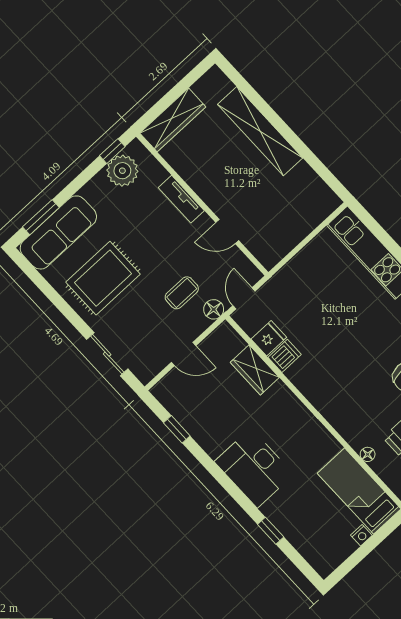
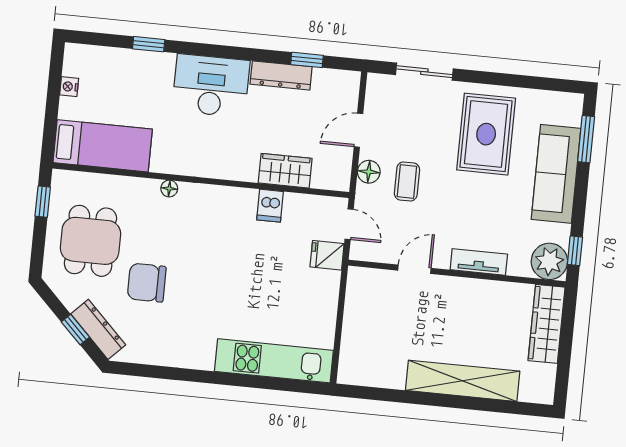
plant: (122, 171) -> (549, 261), moved
sofa: (58, 232) -> (556, 174), moved
floor lamp: (214, 309) -> (369, 172), moved
fridge: (269, 338) -> (327, 255), moved, turned 90
dresser: (203, 434) -> (281, 75), added
floor lamp: (368, 454) -> (169, 189), moved
nightstand: (361, 535) -> (69, 87), moved

